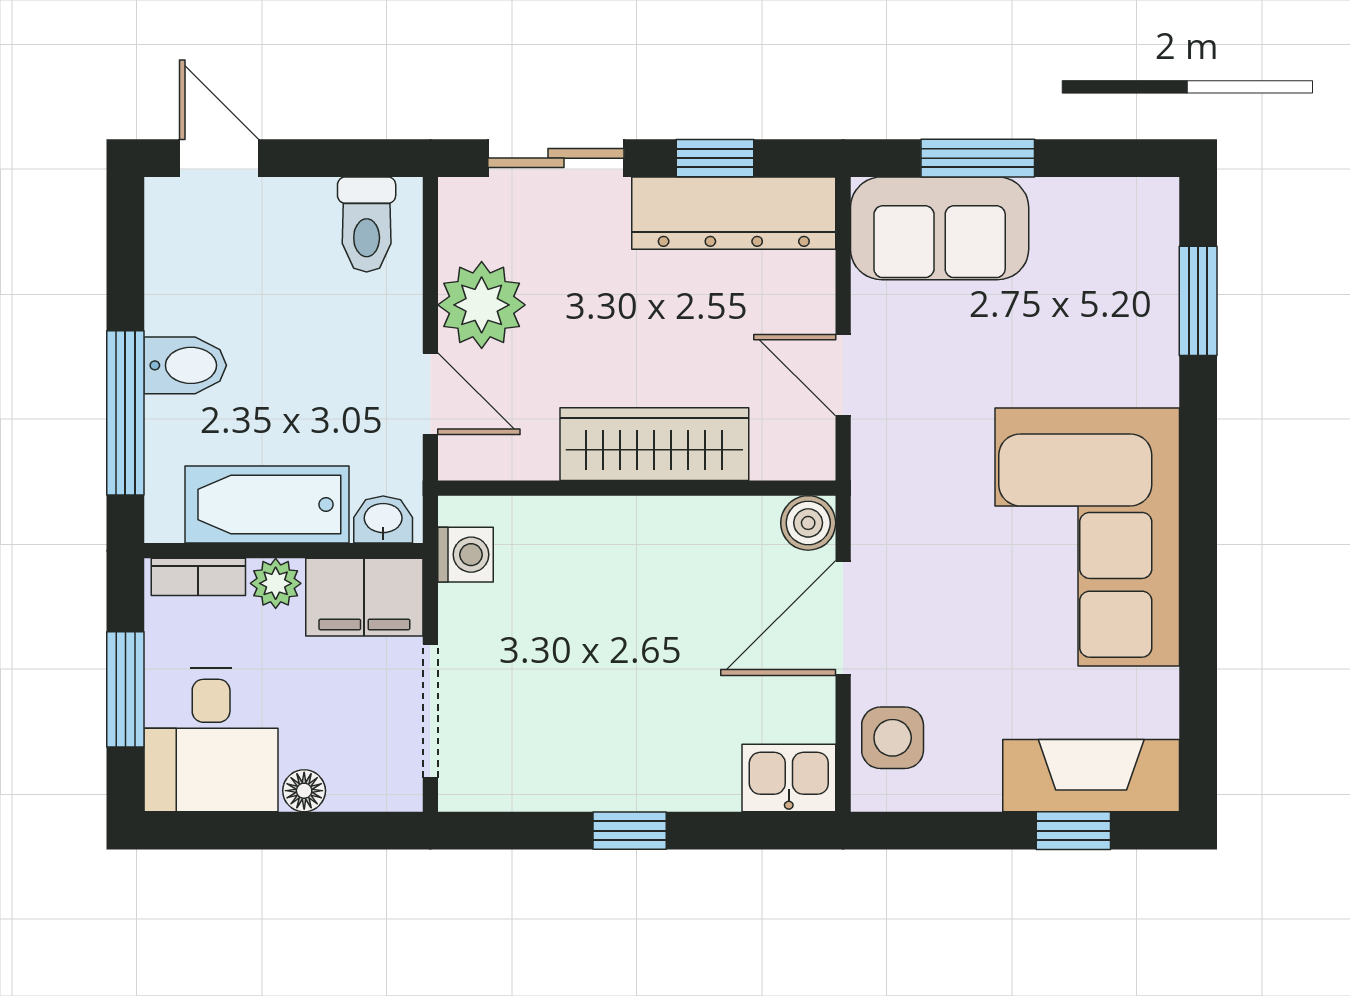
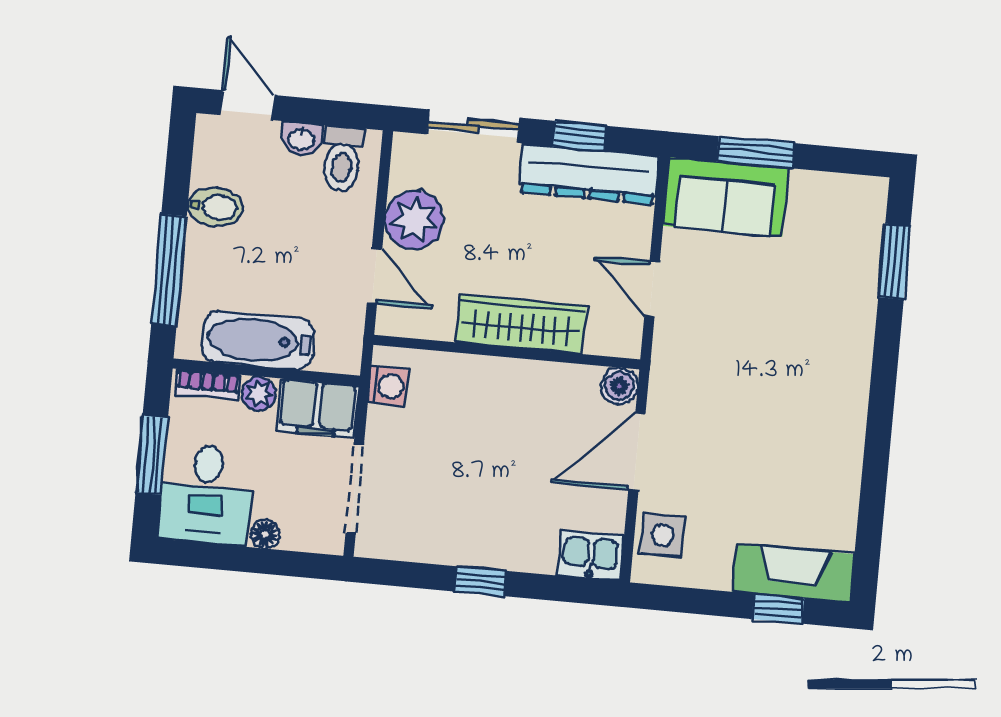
bidet: (185, 365) -> (215, 207), moved
washbasin: (383, 519) -> (301, 139), moved, turned 180
corner sofa: (1087, 537) -> (806, 413), removed

